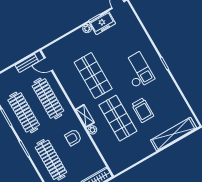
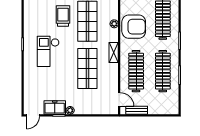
shelving: (85, 116) -> (114, 53), moved
armchair: (73, 138) -> (134, 27), width x1.88, depth x1.88

